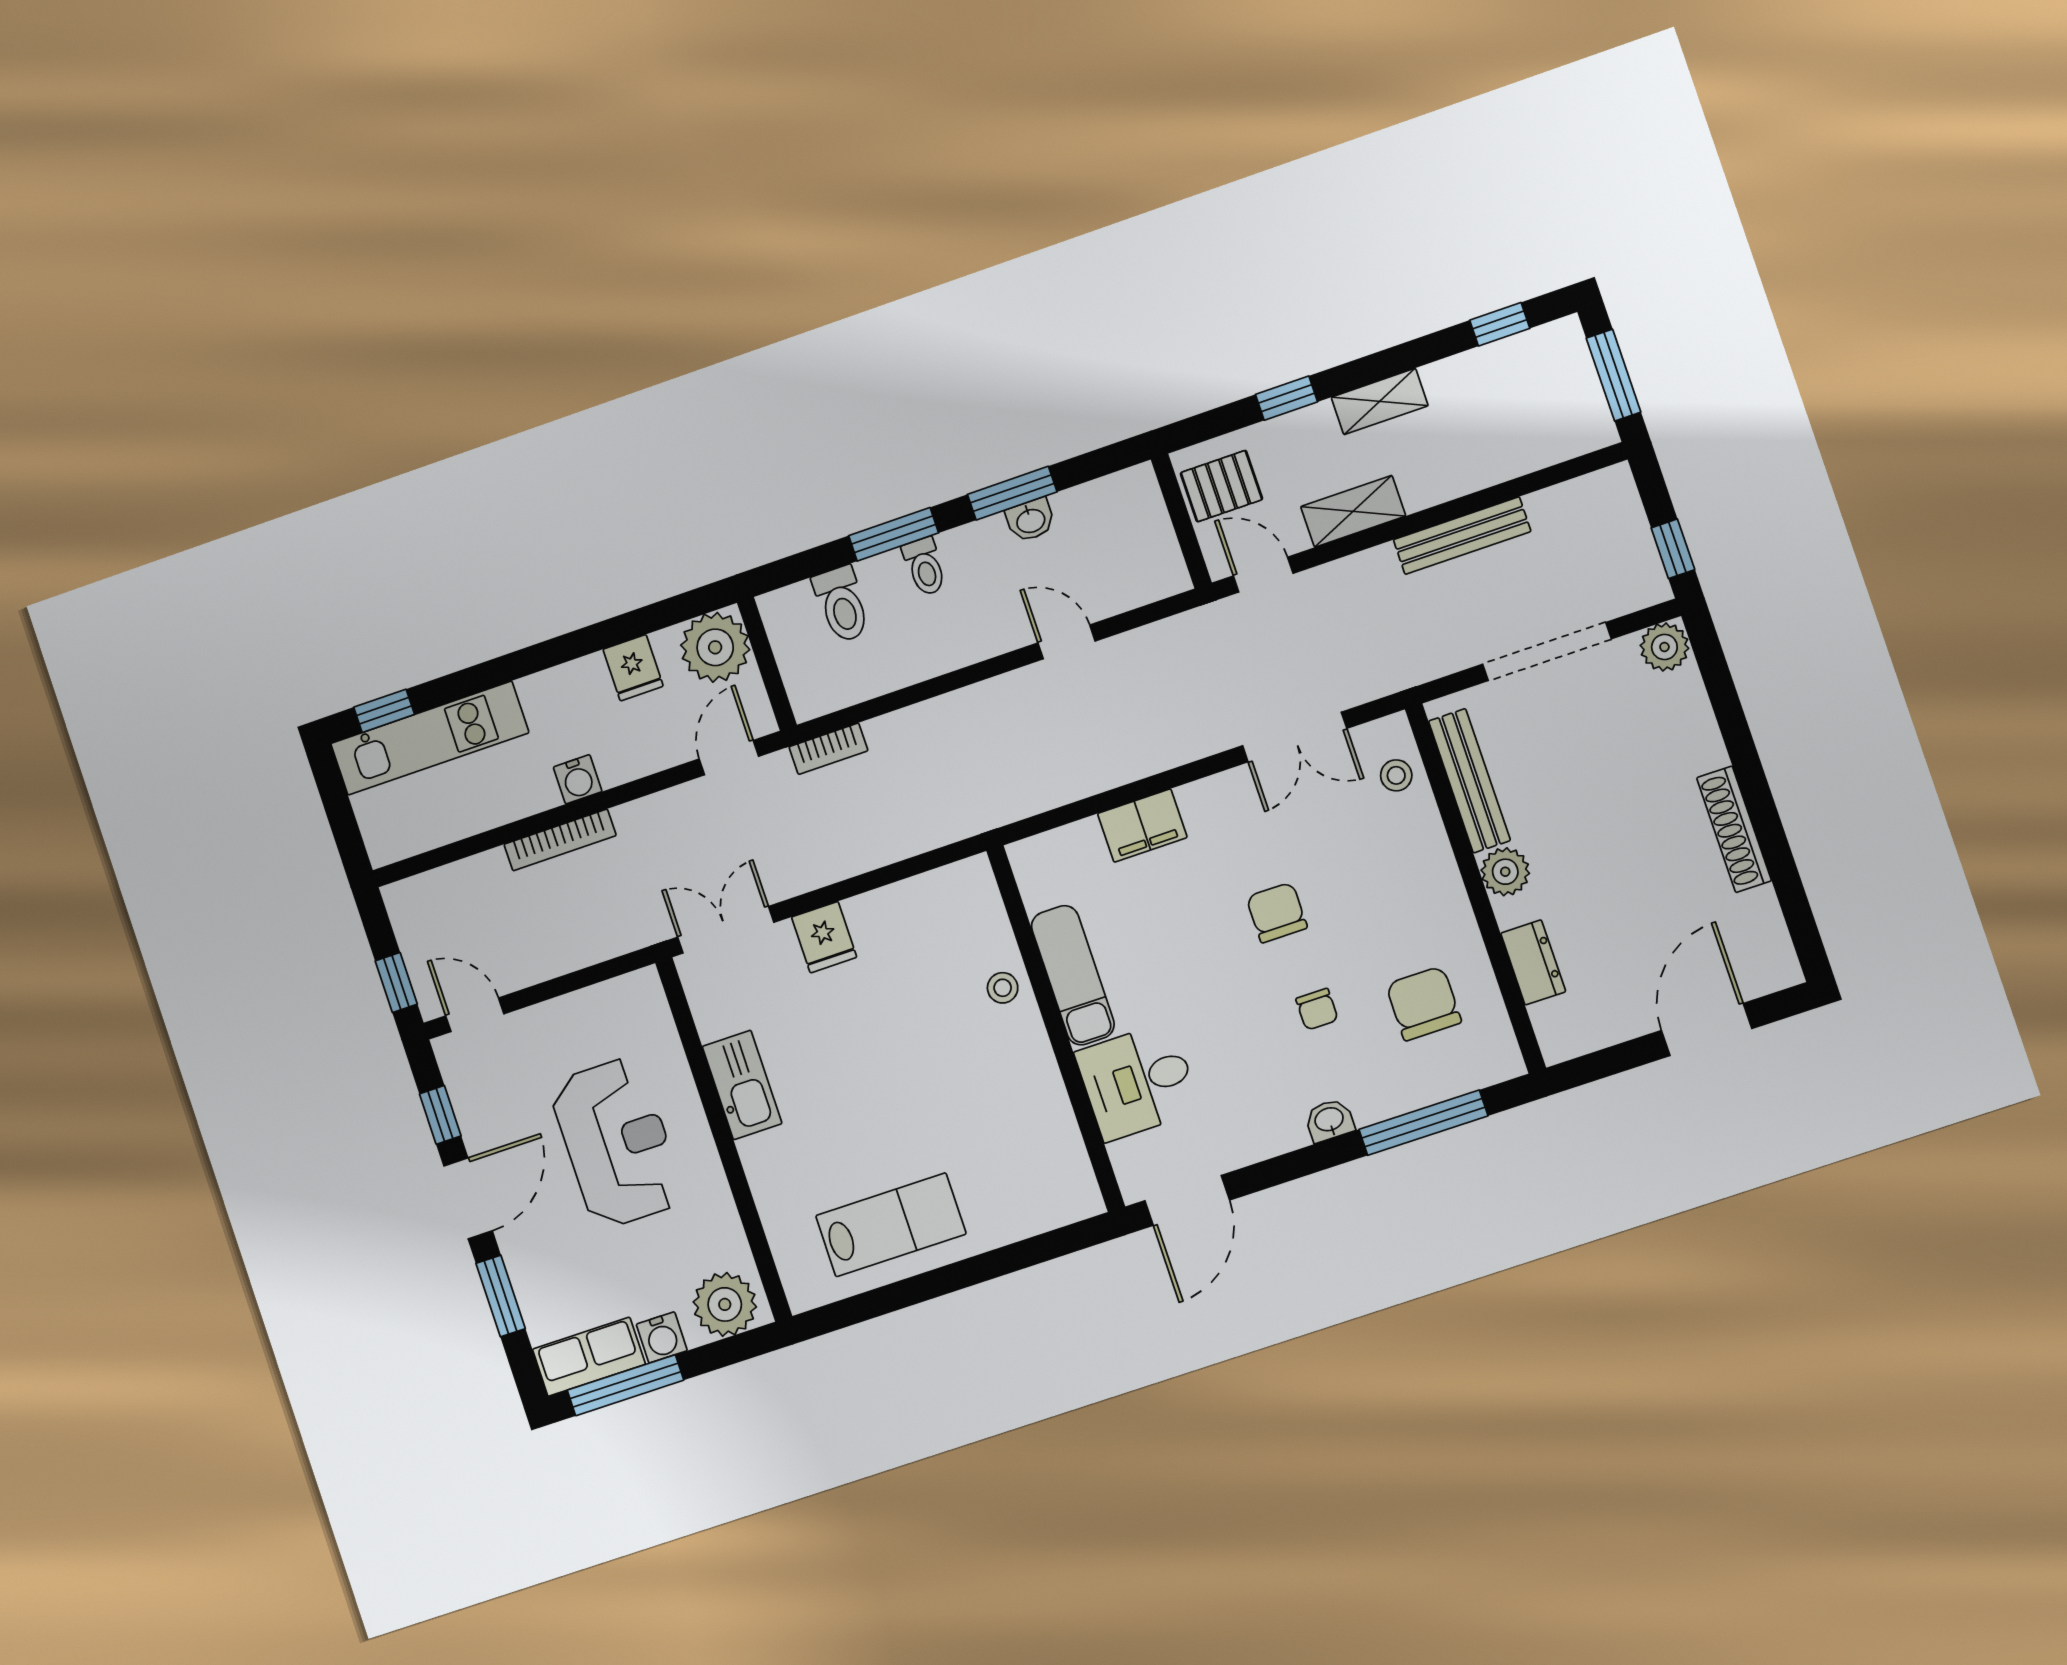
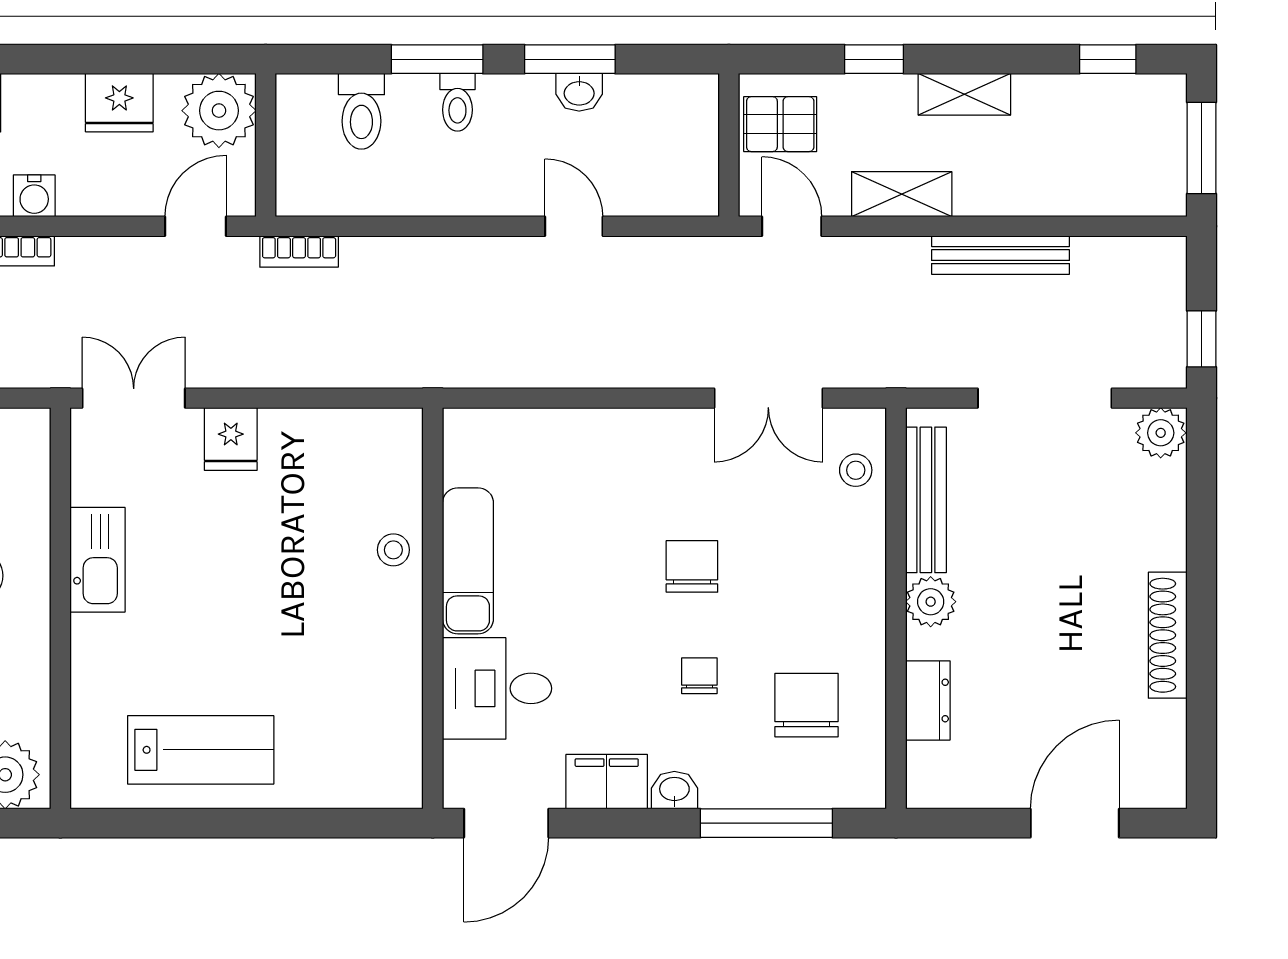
fridge: (633, 668) -> (119, 103), width x1.38
filing cabinet: (1142, 825) -> (607, 782), moved, turned 180
chair: (1317, 1009) -> (699, 676), turned 180

